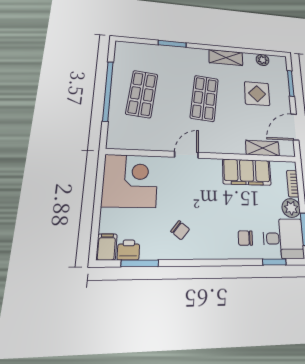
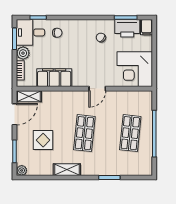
plant: (263, 60) -> (22, 170), moved
shelving: (262, 148) -> (29, 96), moved
printer: (128, 250) -> (127, 28), width x1.87, depth x1.48

